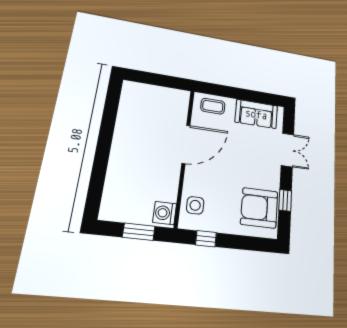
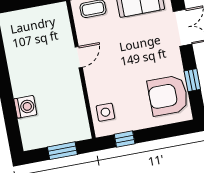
door: (186, 144) -> (79, 57), width x0.53
washing machine: (165, 213) -> (25, 107), moved, turned 180

